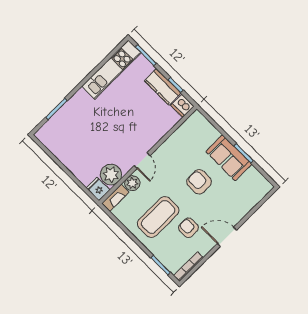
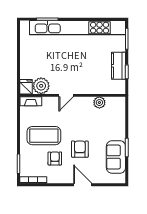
kitchen unit: (111, 70) -> (77, 28), width x1.86
dishwasher: (182, 106) -> (119, 87), removed
sofa: (229, 158) -> (116, 157), moved
armchair: (199, 182) -> (80, 149), moved
plant: (132, 183) -> (99, 103), moved
door: (227, 237) -> (83, 185), moved

